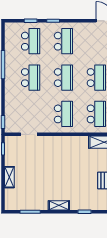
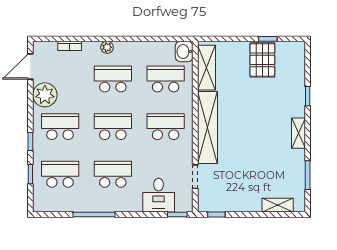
plant: (85, 31) -> (45, 95), added
desk: (16, 109) -> (159, 195), added
shelving: (63, 143) -> (207, 127), added
shelving: (9, 177) -> (278, 205), moved

